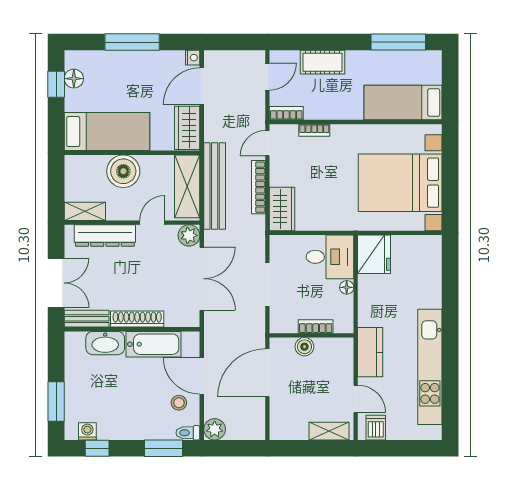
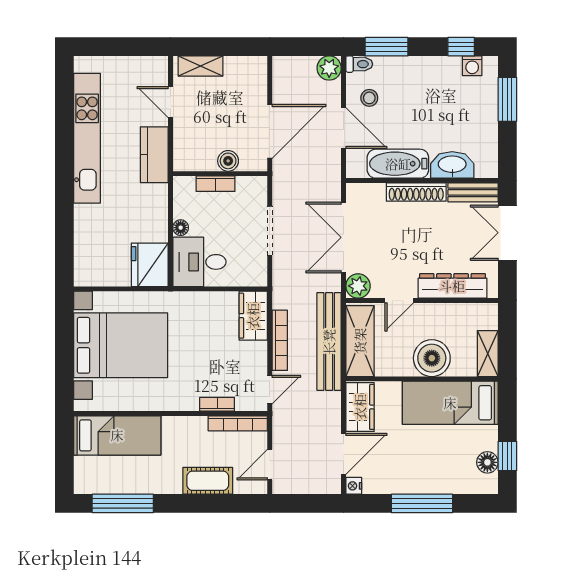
bookcase: (286, 113) -> (238, 423), width x1.56
shelving: (85, 211) -> (488, 354), moved, turned 90
dishwasher: (376, 428) -> (148, 70), removed

